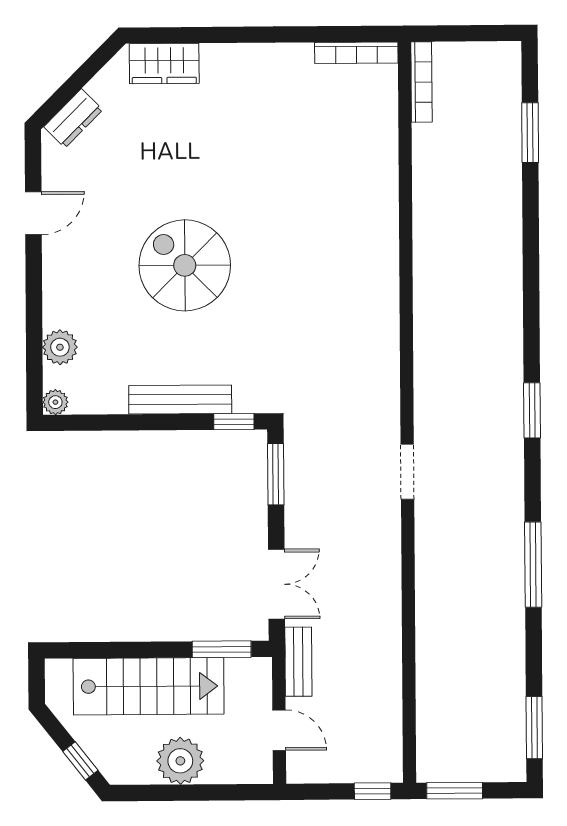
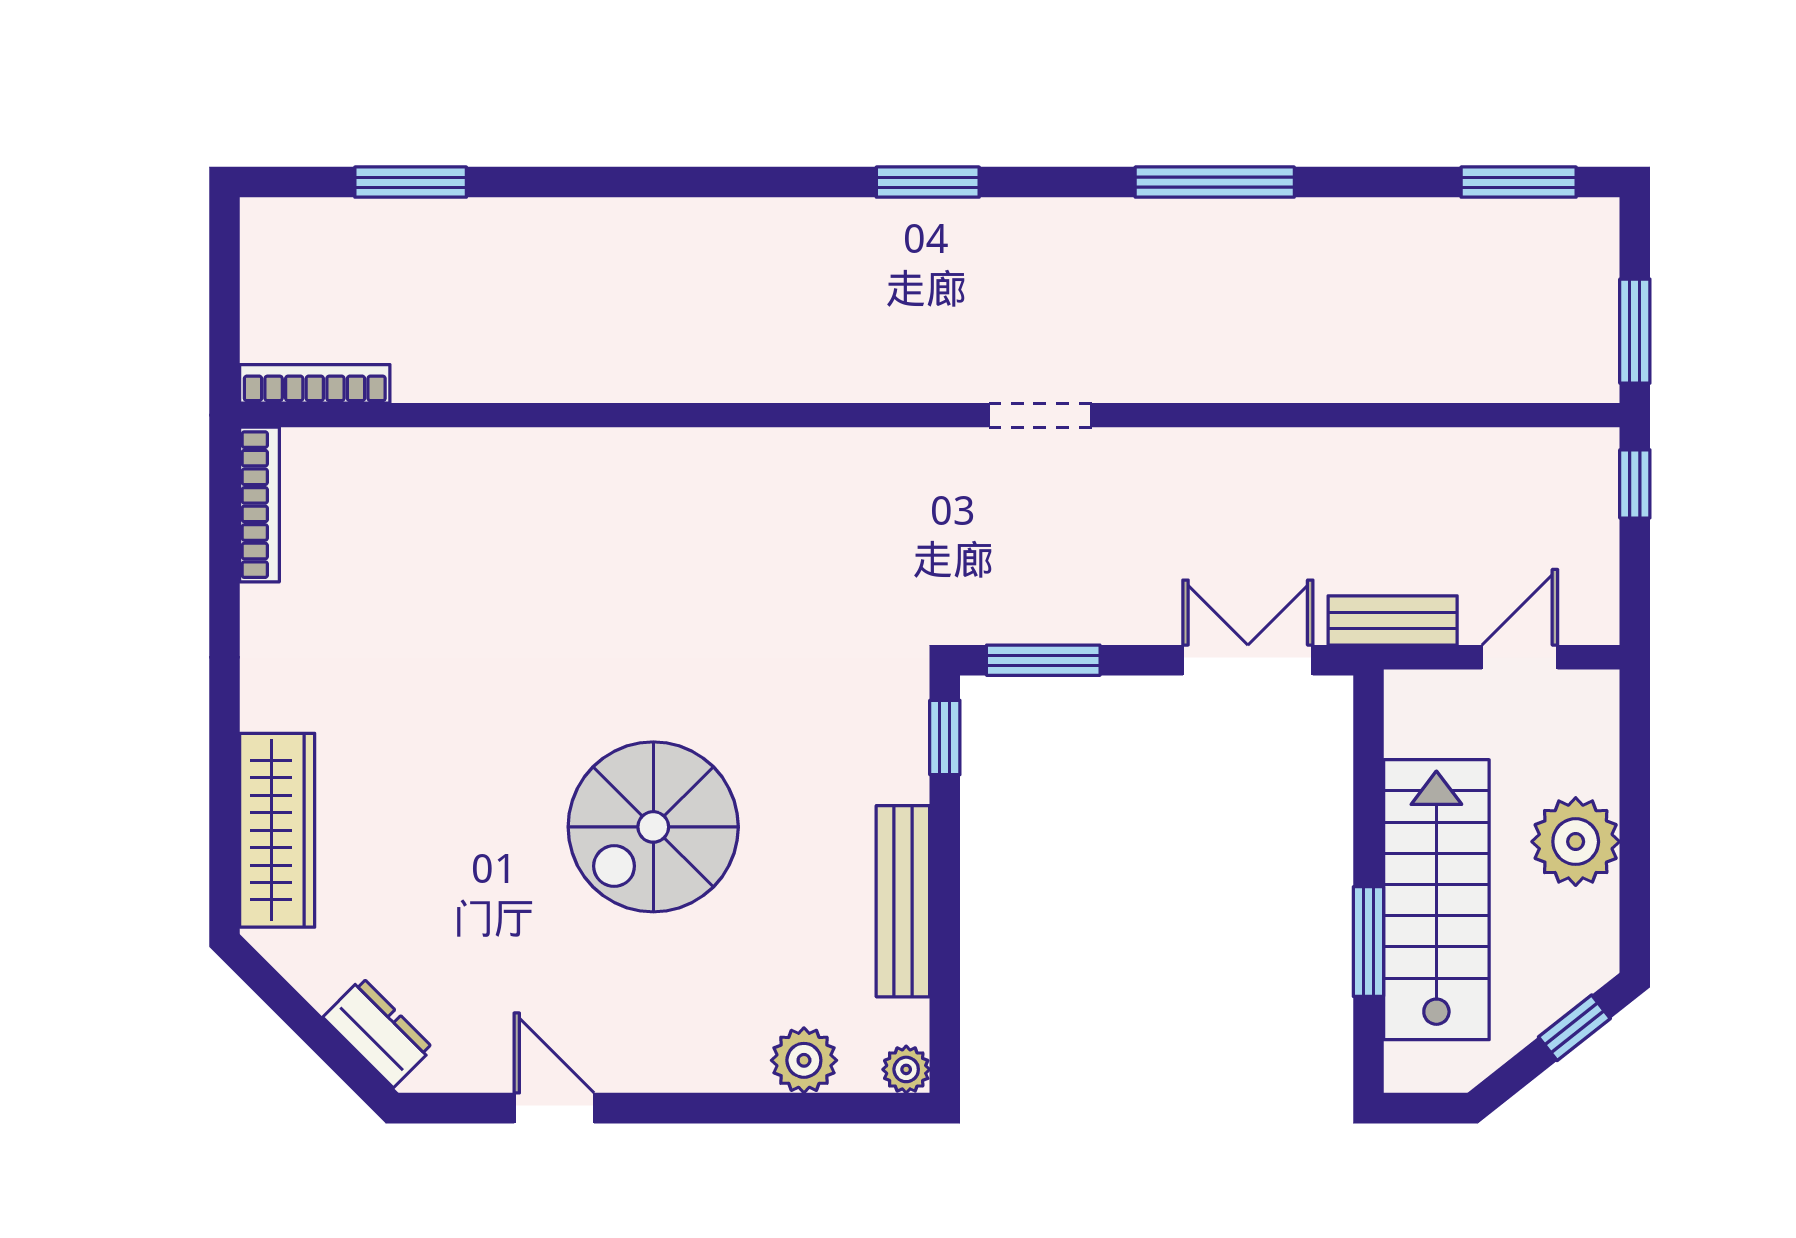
wardrobe: (164, 64) -> (277, 830), width x1.50
bench: (180, 400) -> (903, 901), moved
window: (222, 649) -> (1368, 942), moved

